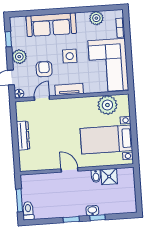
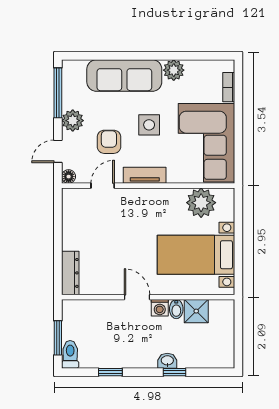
plant: (96, 18) -> (174, 70), moved
window: (8, 39) -> (58, 93), width x2.17
dresser: (23, 136) -> (70, 273), moved
washing machine: (85, 176) -> (160, 308), added
window: (71, 219) -> (110, 372), moved

